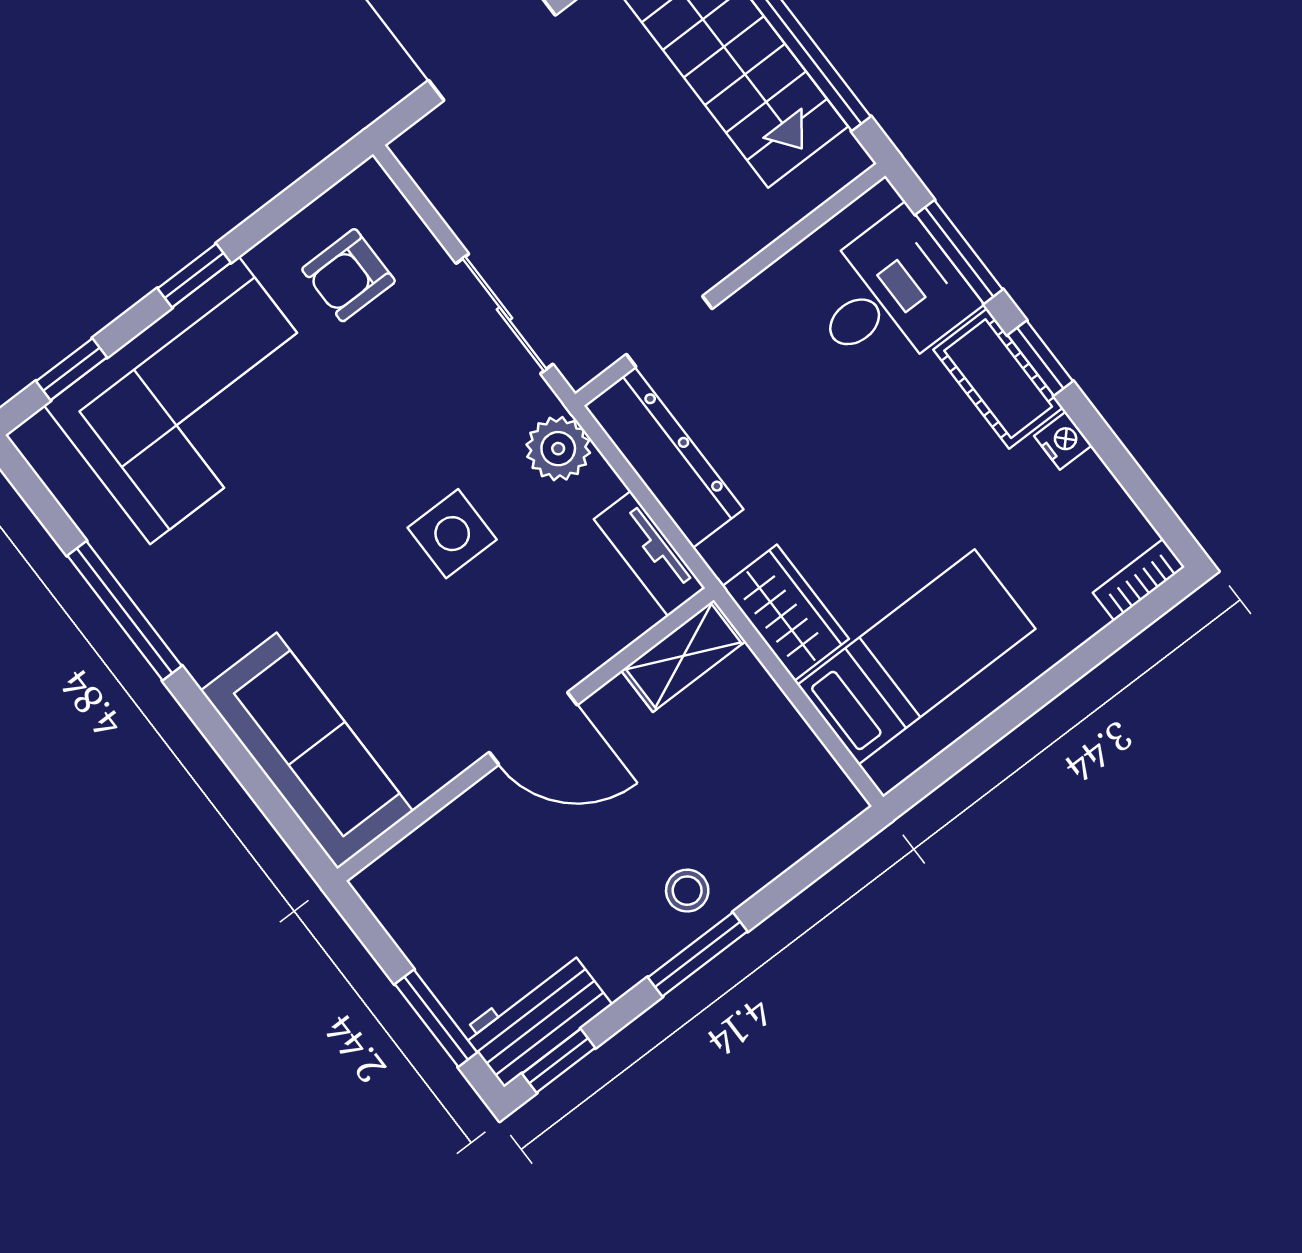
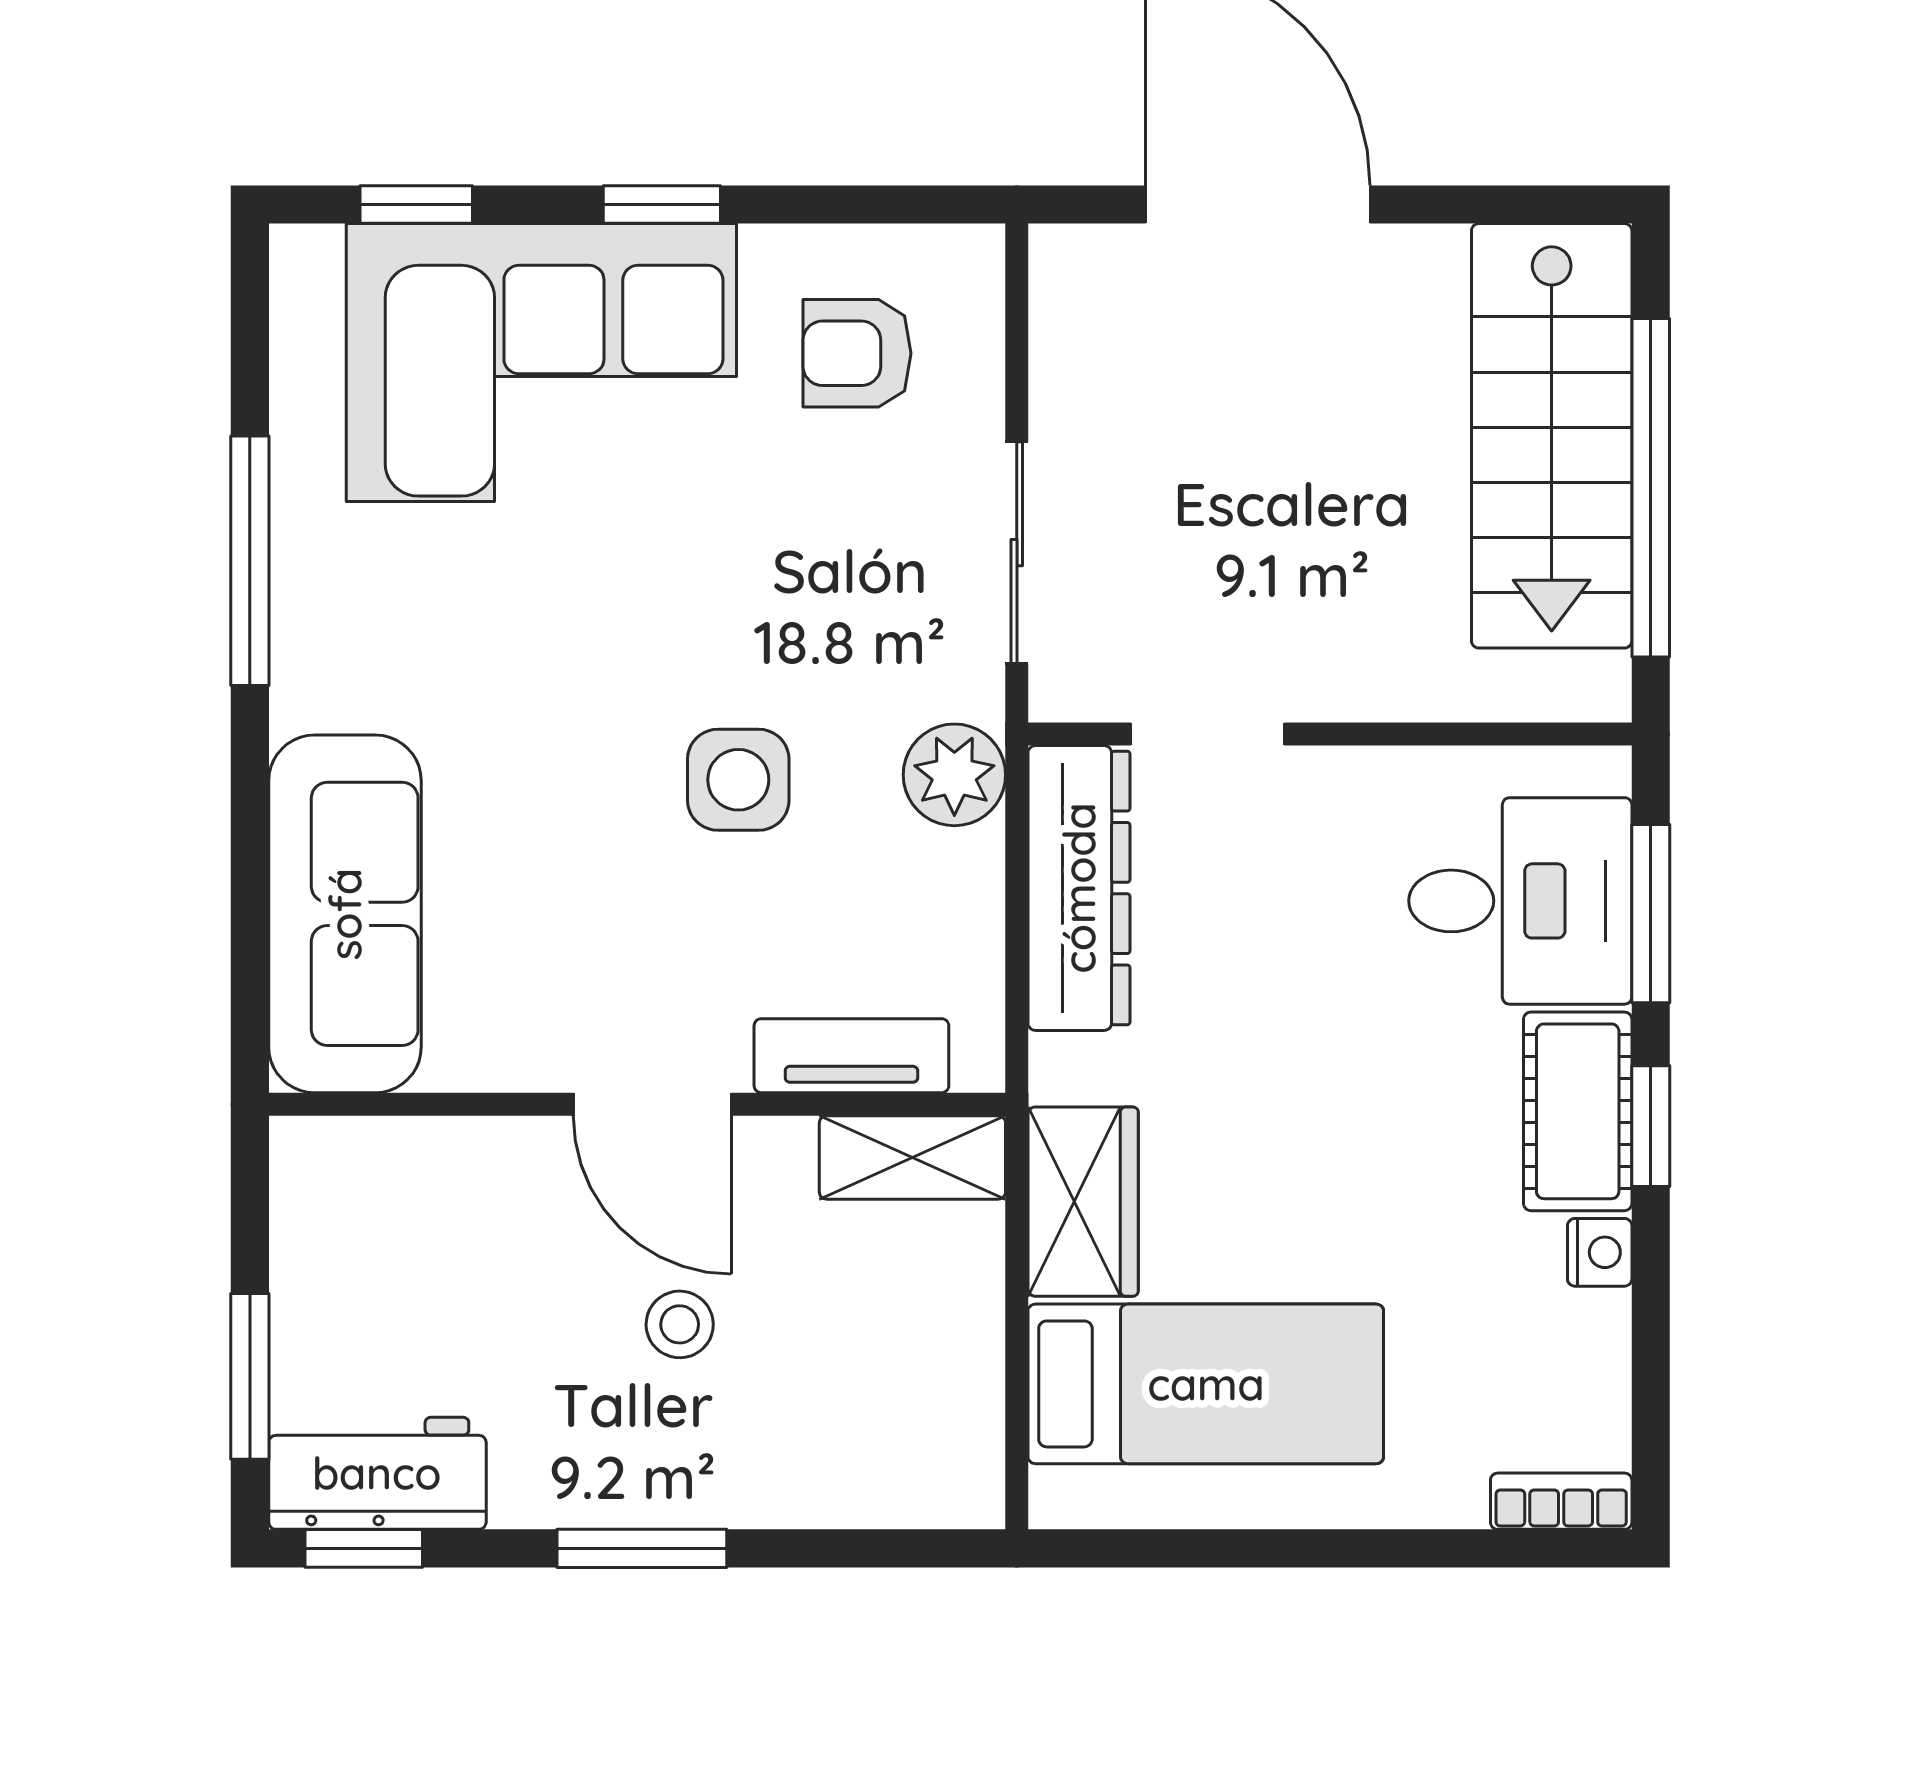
tv unit: (649, 554) -> (851, 1056), moved, turned 90
stool: (687, 891) -> (680, 1324), moved

